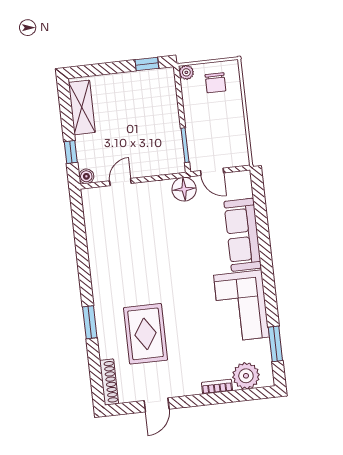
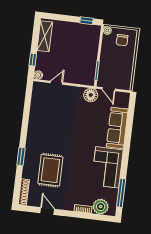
window: (275, 344) -> (121, 193), width x1.44
door: (157, 405) -> (47, 211), swing flipped

